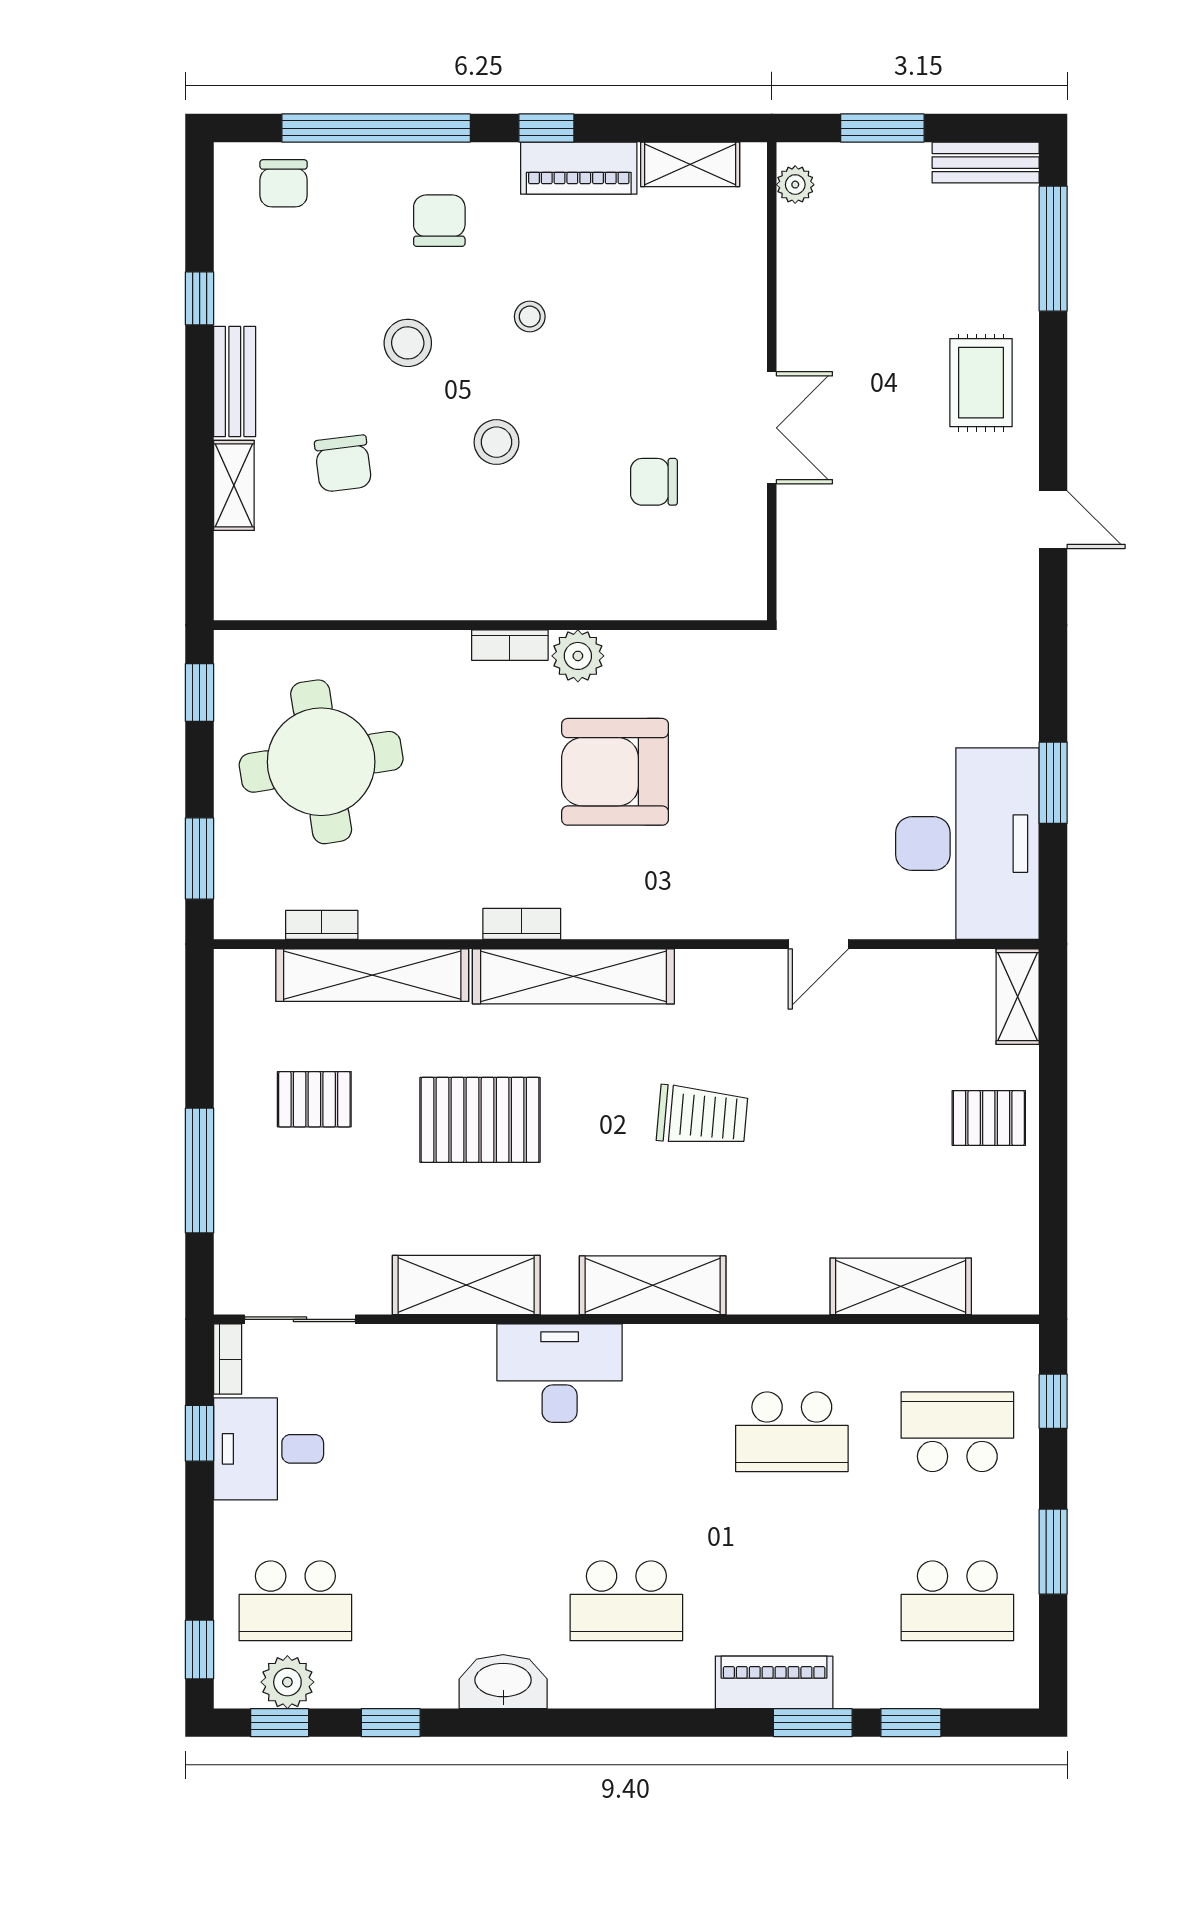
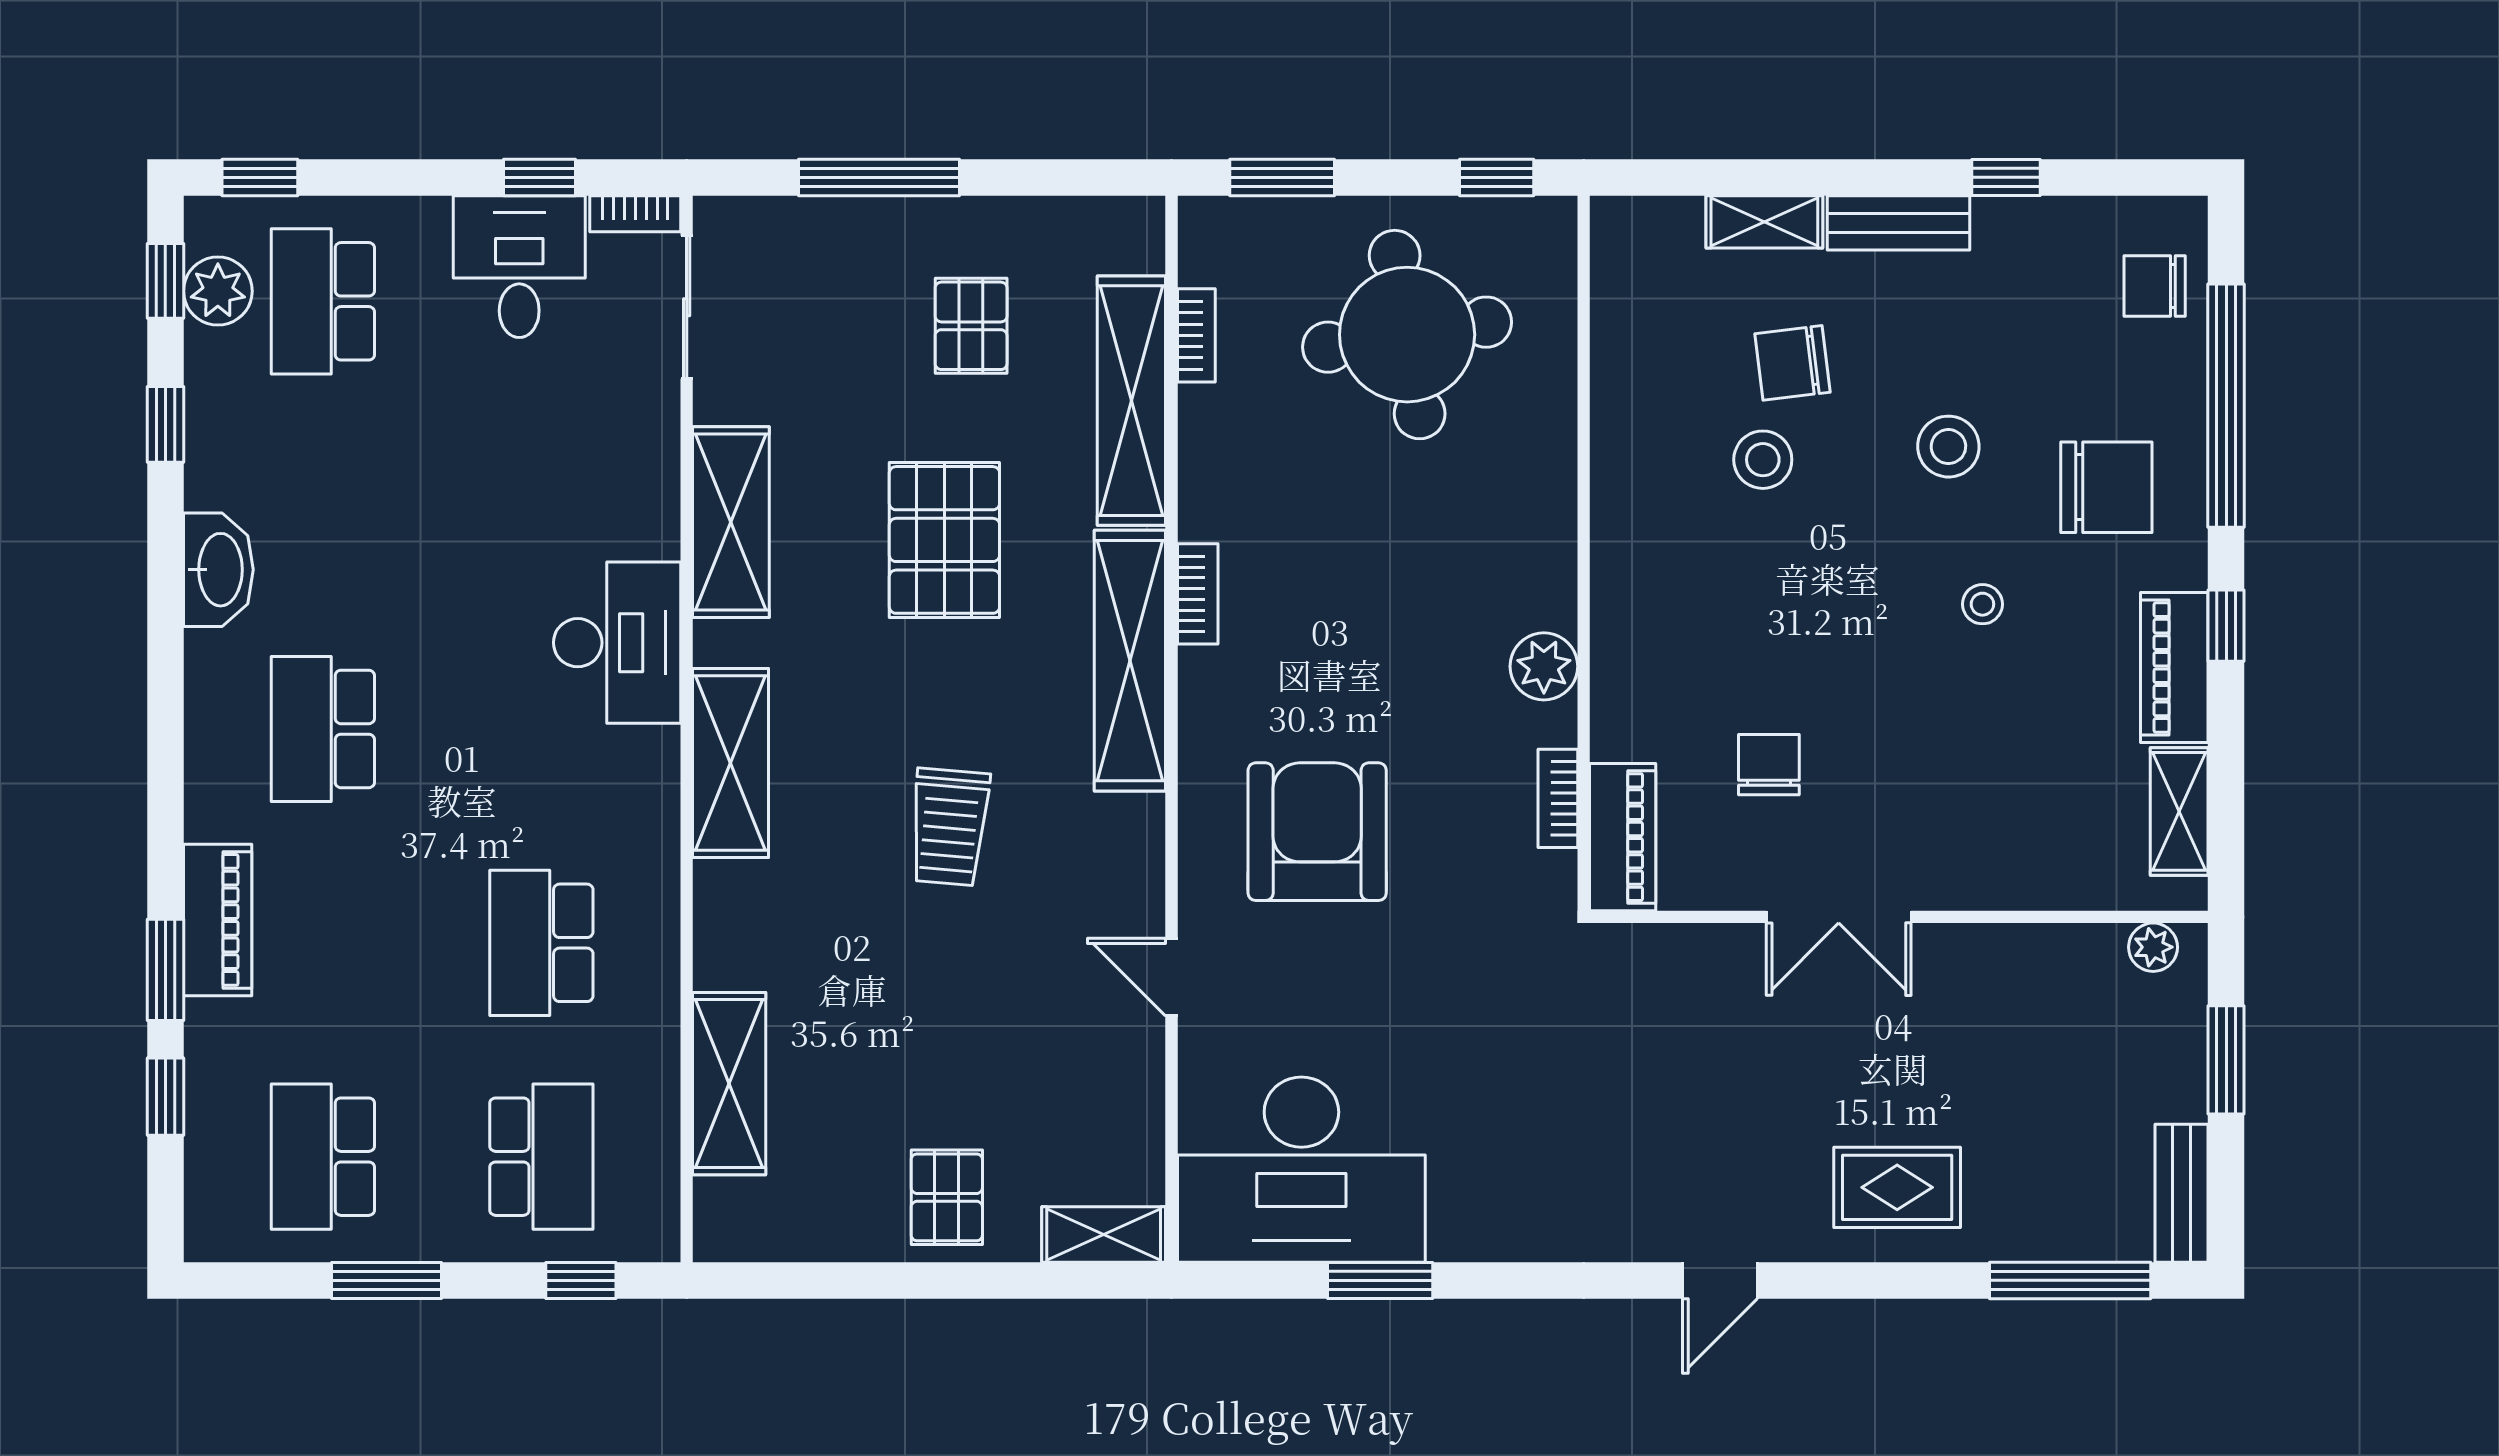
chair: (439, 221) -> (2106, 487), width x1.37, depth x1.37
stool: (496, 442) -> (1763, 460), moved
piano: (710, 595) -> (1623, 837), added
bookcase: (510, 645) -> (1558, 798), moved
armchair: (615, 772) -> (1317, 832), moved

